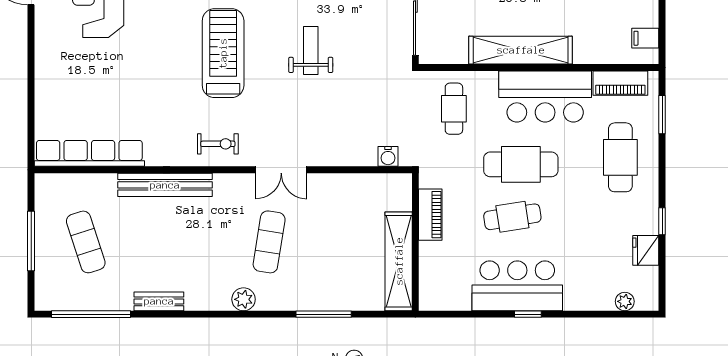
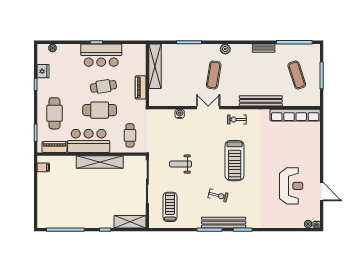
weight bench: (311, 51) -> (181, 164), moved, turned 90
water cooler: (388, 156) -> (180, 114), moved

